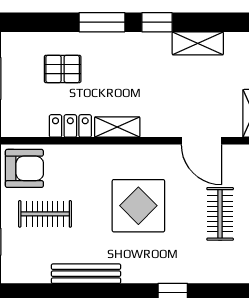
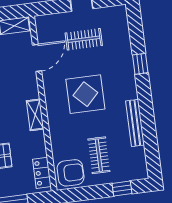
locker: (70, 126) -> (42, 173), moved
armchair: (24, 168) -> (71, 173), turned 90

